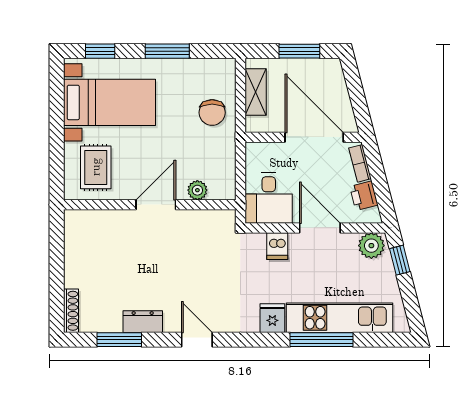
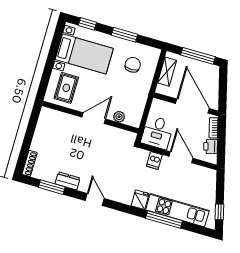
window: (299, 51) -> (198, 56), width x1.44
chair: (212, 113) -> (133, 65), moved, turned 180
plant: (371, 246) -> (207, 175), removed
window: (400, 260) -> (219, 212), moved

